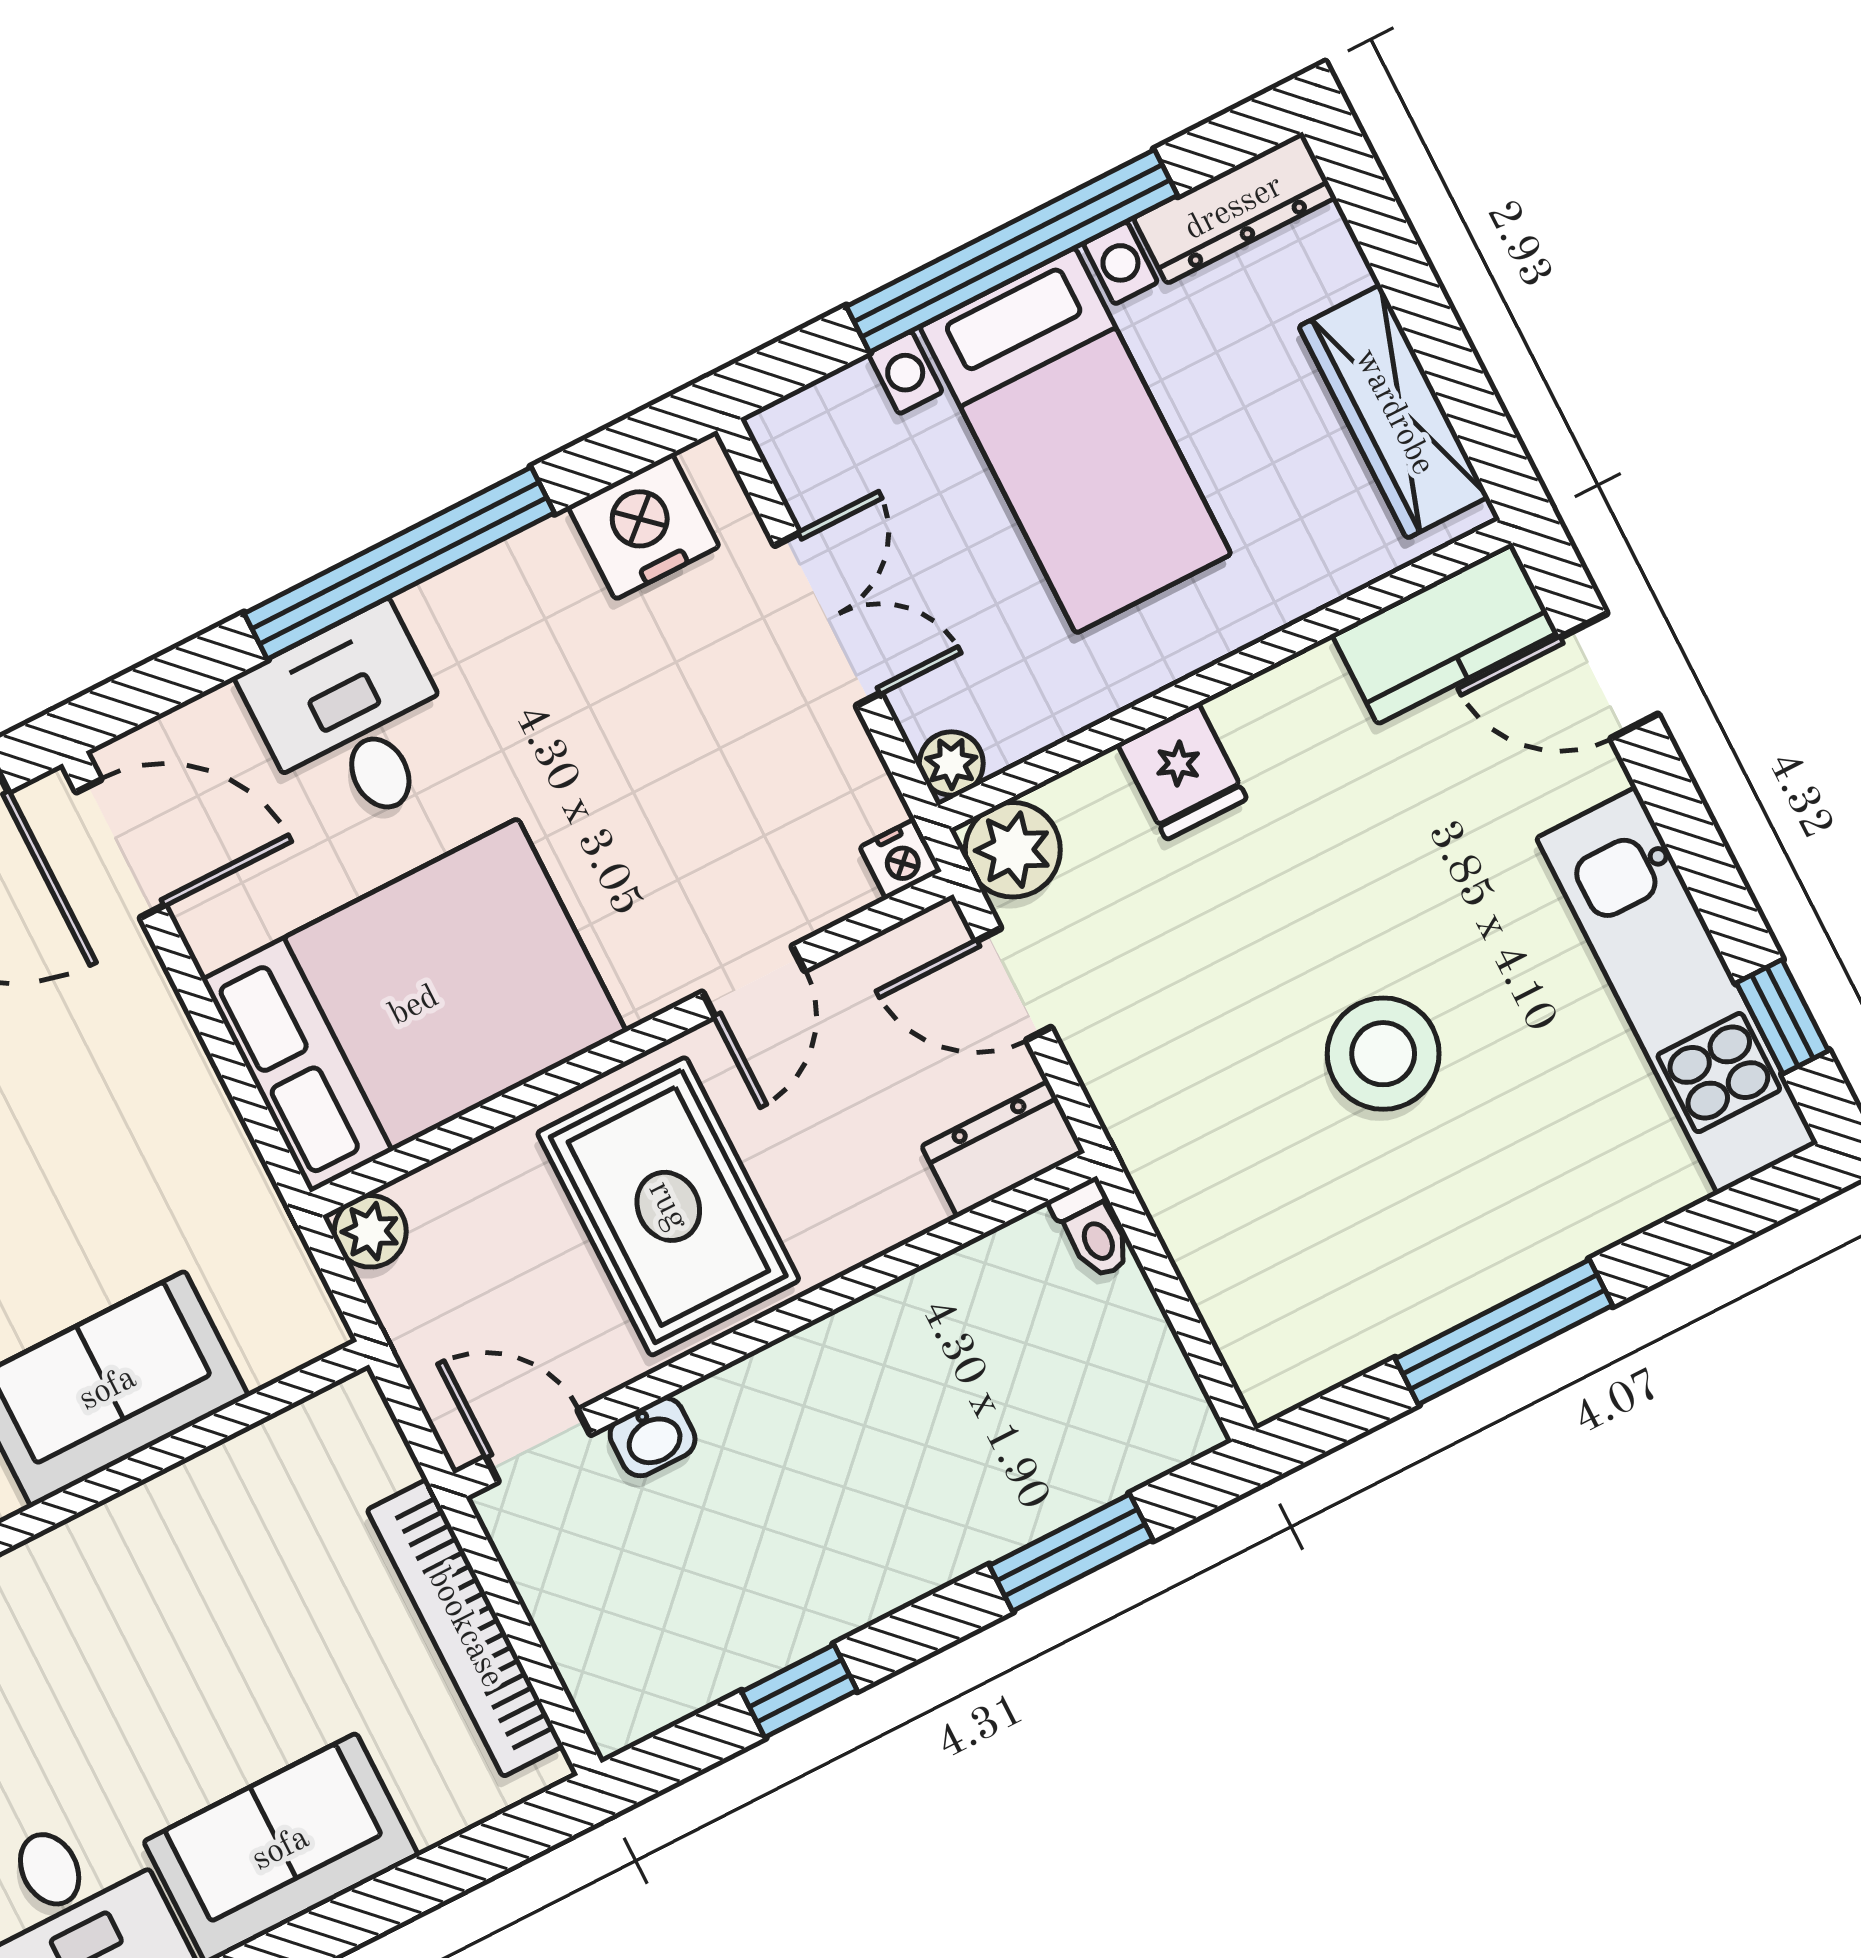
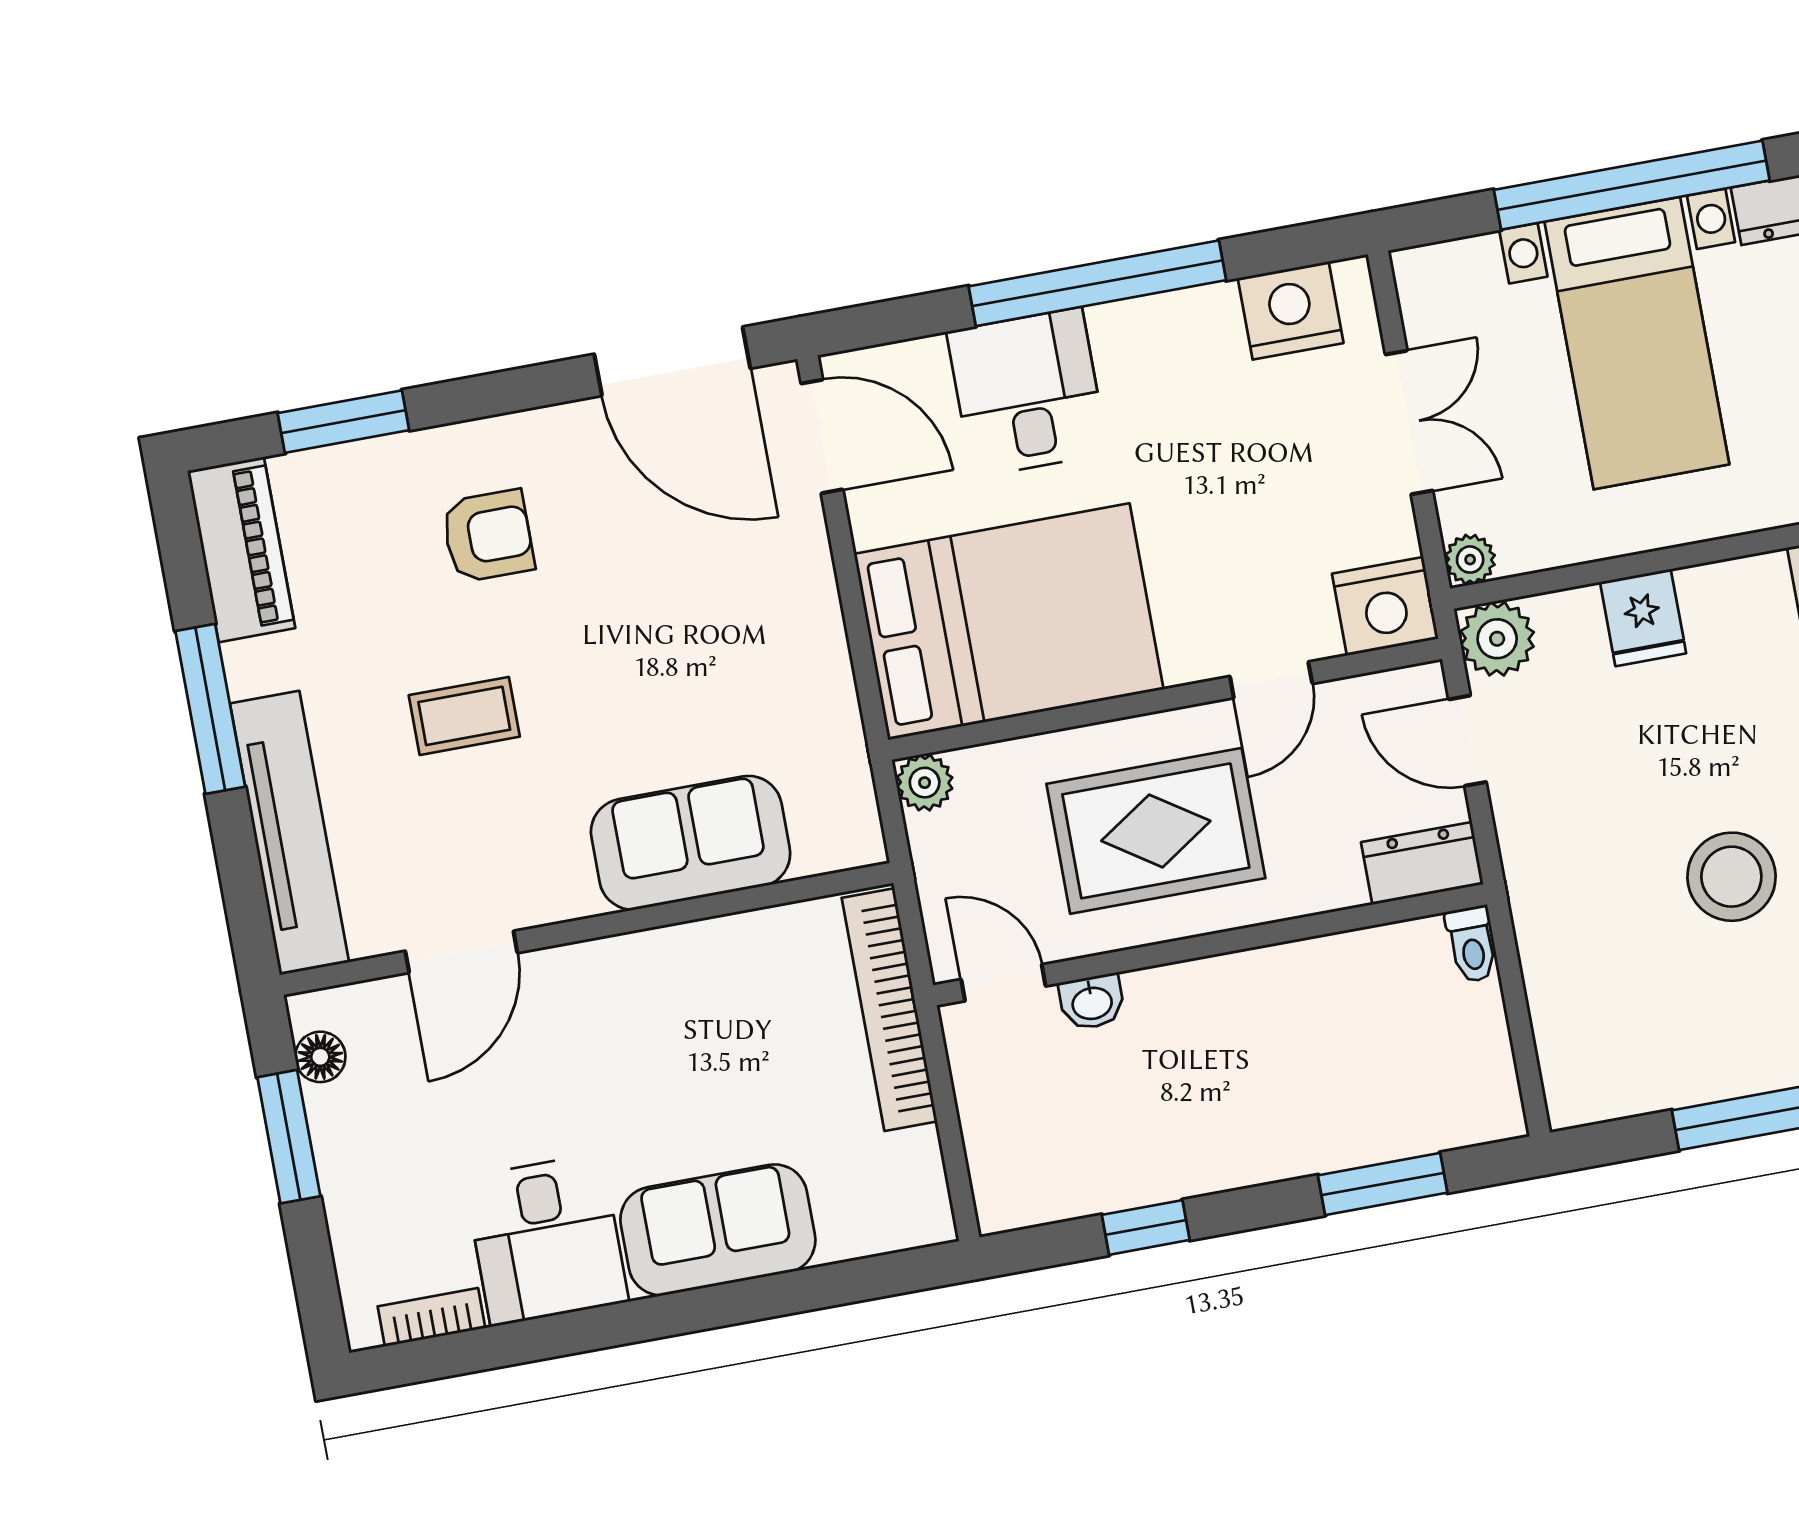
nightstand: (901, 859) -> (1385, 606), width x1.89, depth x1.79
rug: (668, 1206) -> (1156, 831), turned 90
bookcase: (465, 1628) -> (889, 1010), moved

